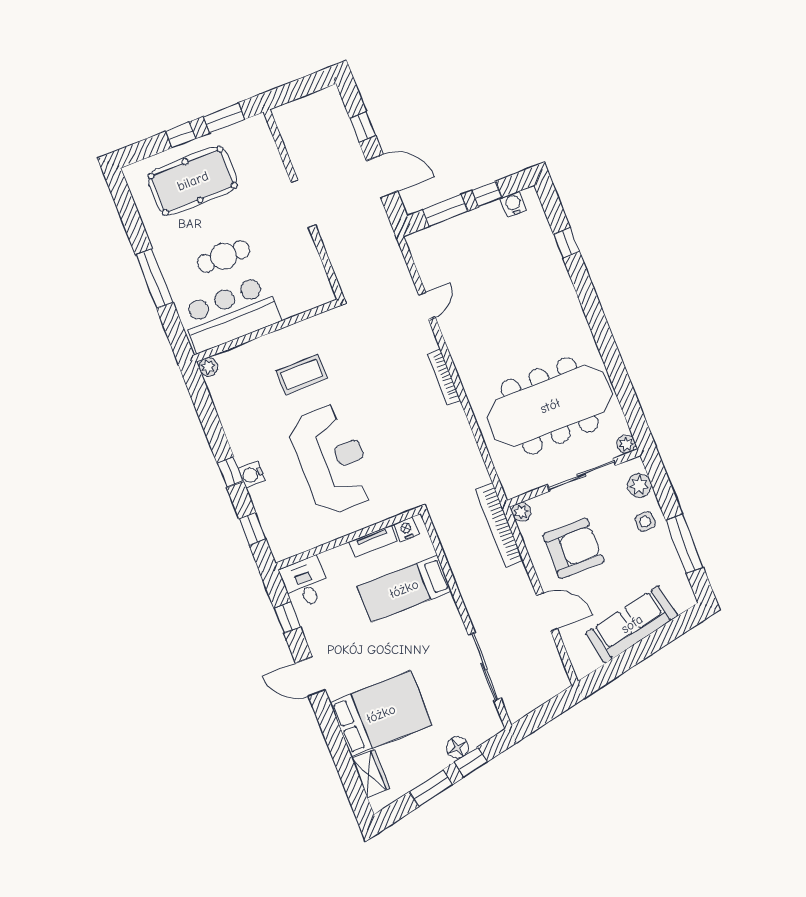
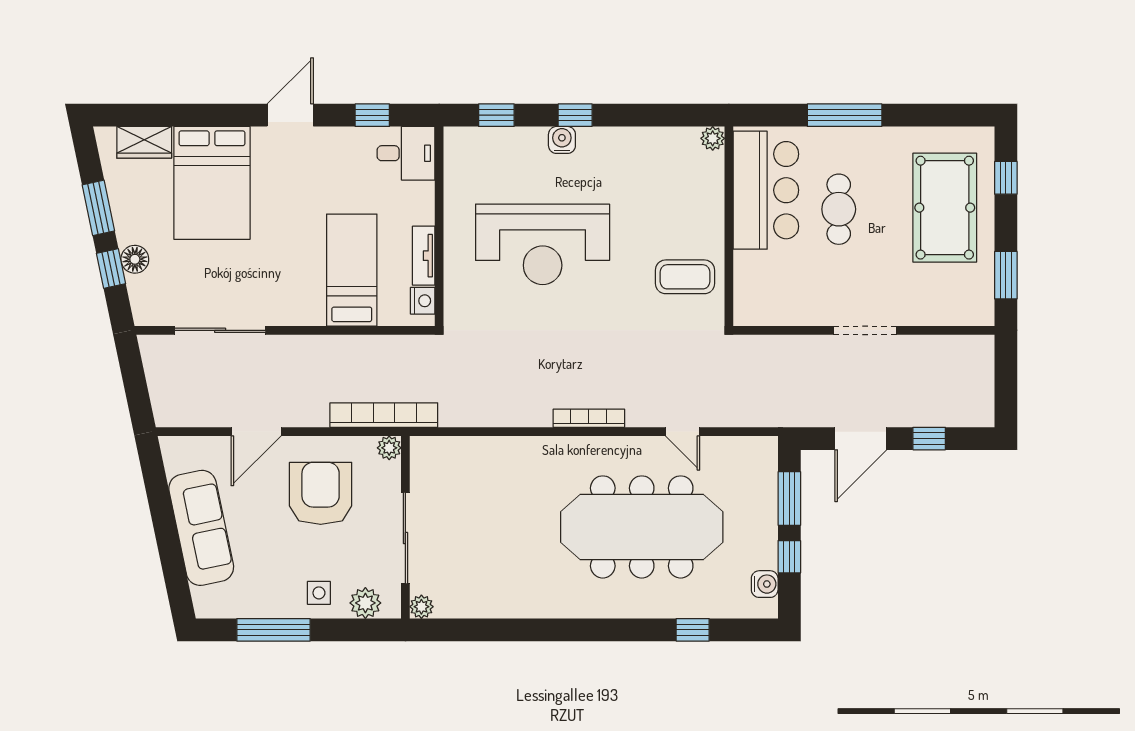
window: (181, 135) -> (1006, 178), moved
coffee table: (302, 375) -> (685, 277), moved, turned 90
meeting table: (550, 406) -> (642, 527), moved, turned 90
armchair: (573, 548) -> (321, 493), turned 180

